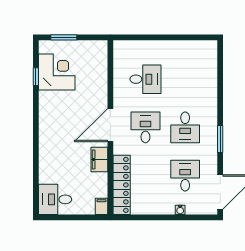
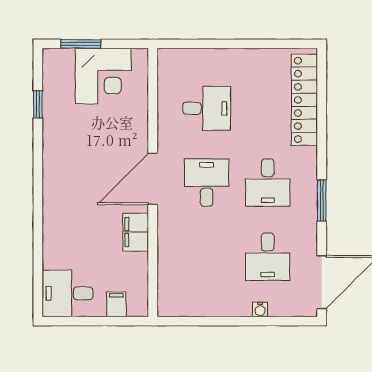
corner desk: (57, 72) -> (103, 76), moved, turned 90
desk: (185, 176) -> (268, 257), turned 180
locker: (122, 185) -> (304, 100), moved, turned 180
filing cabinet: (101, 206) -> (116, 304), moved

